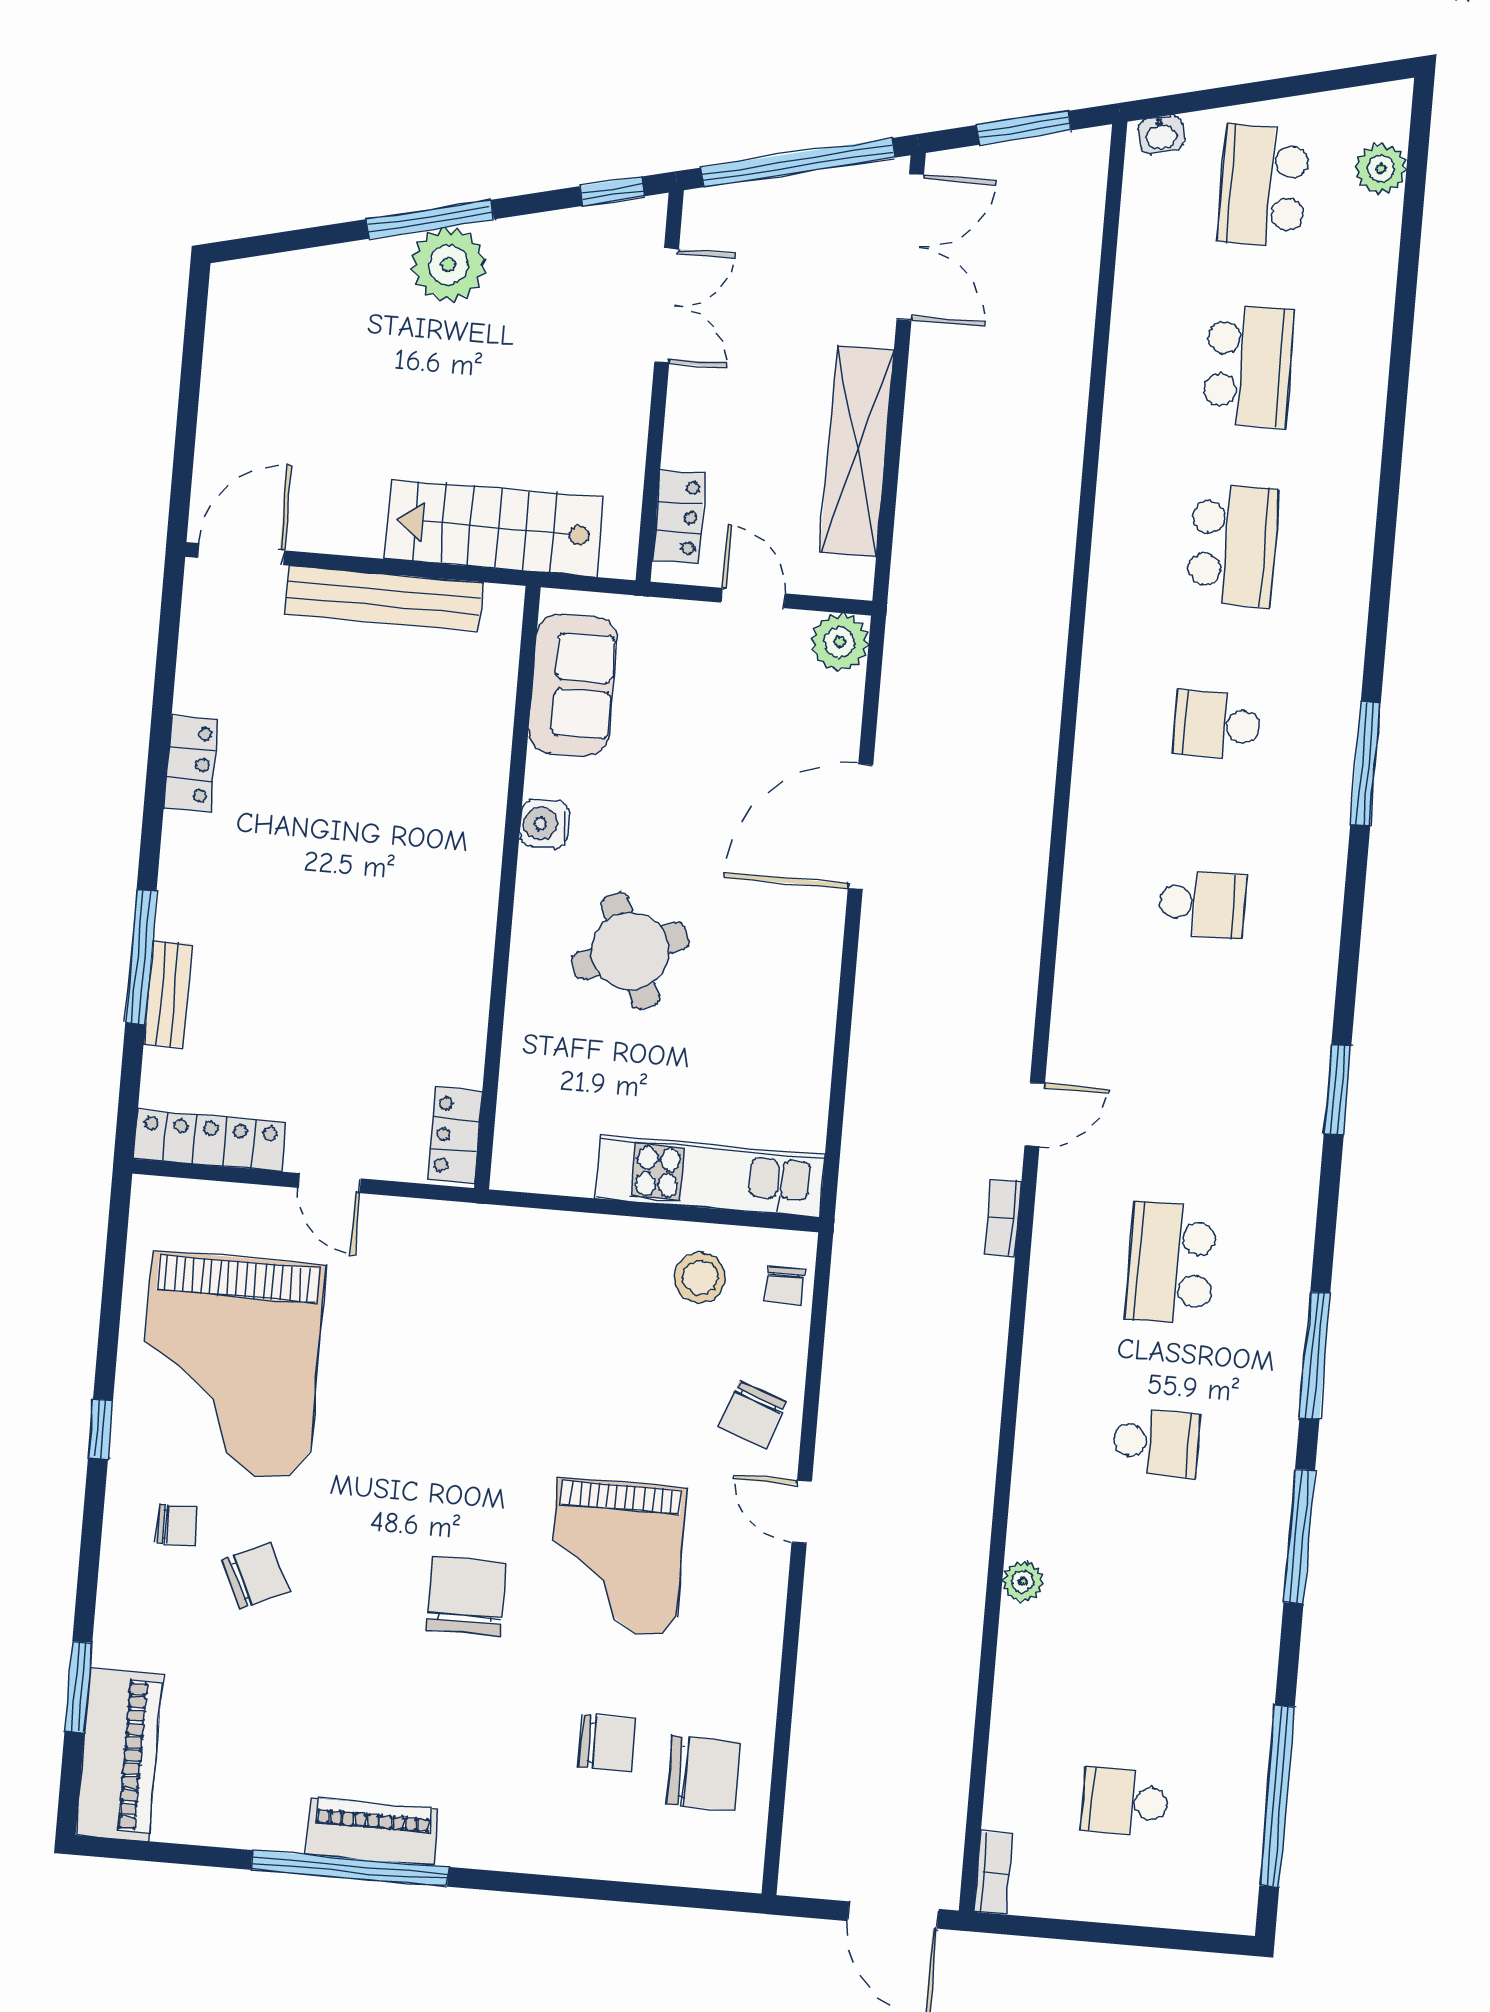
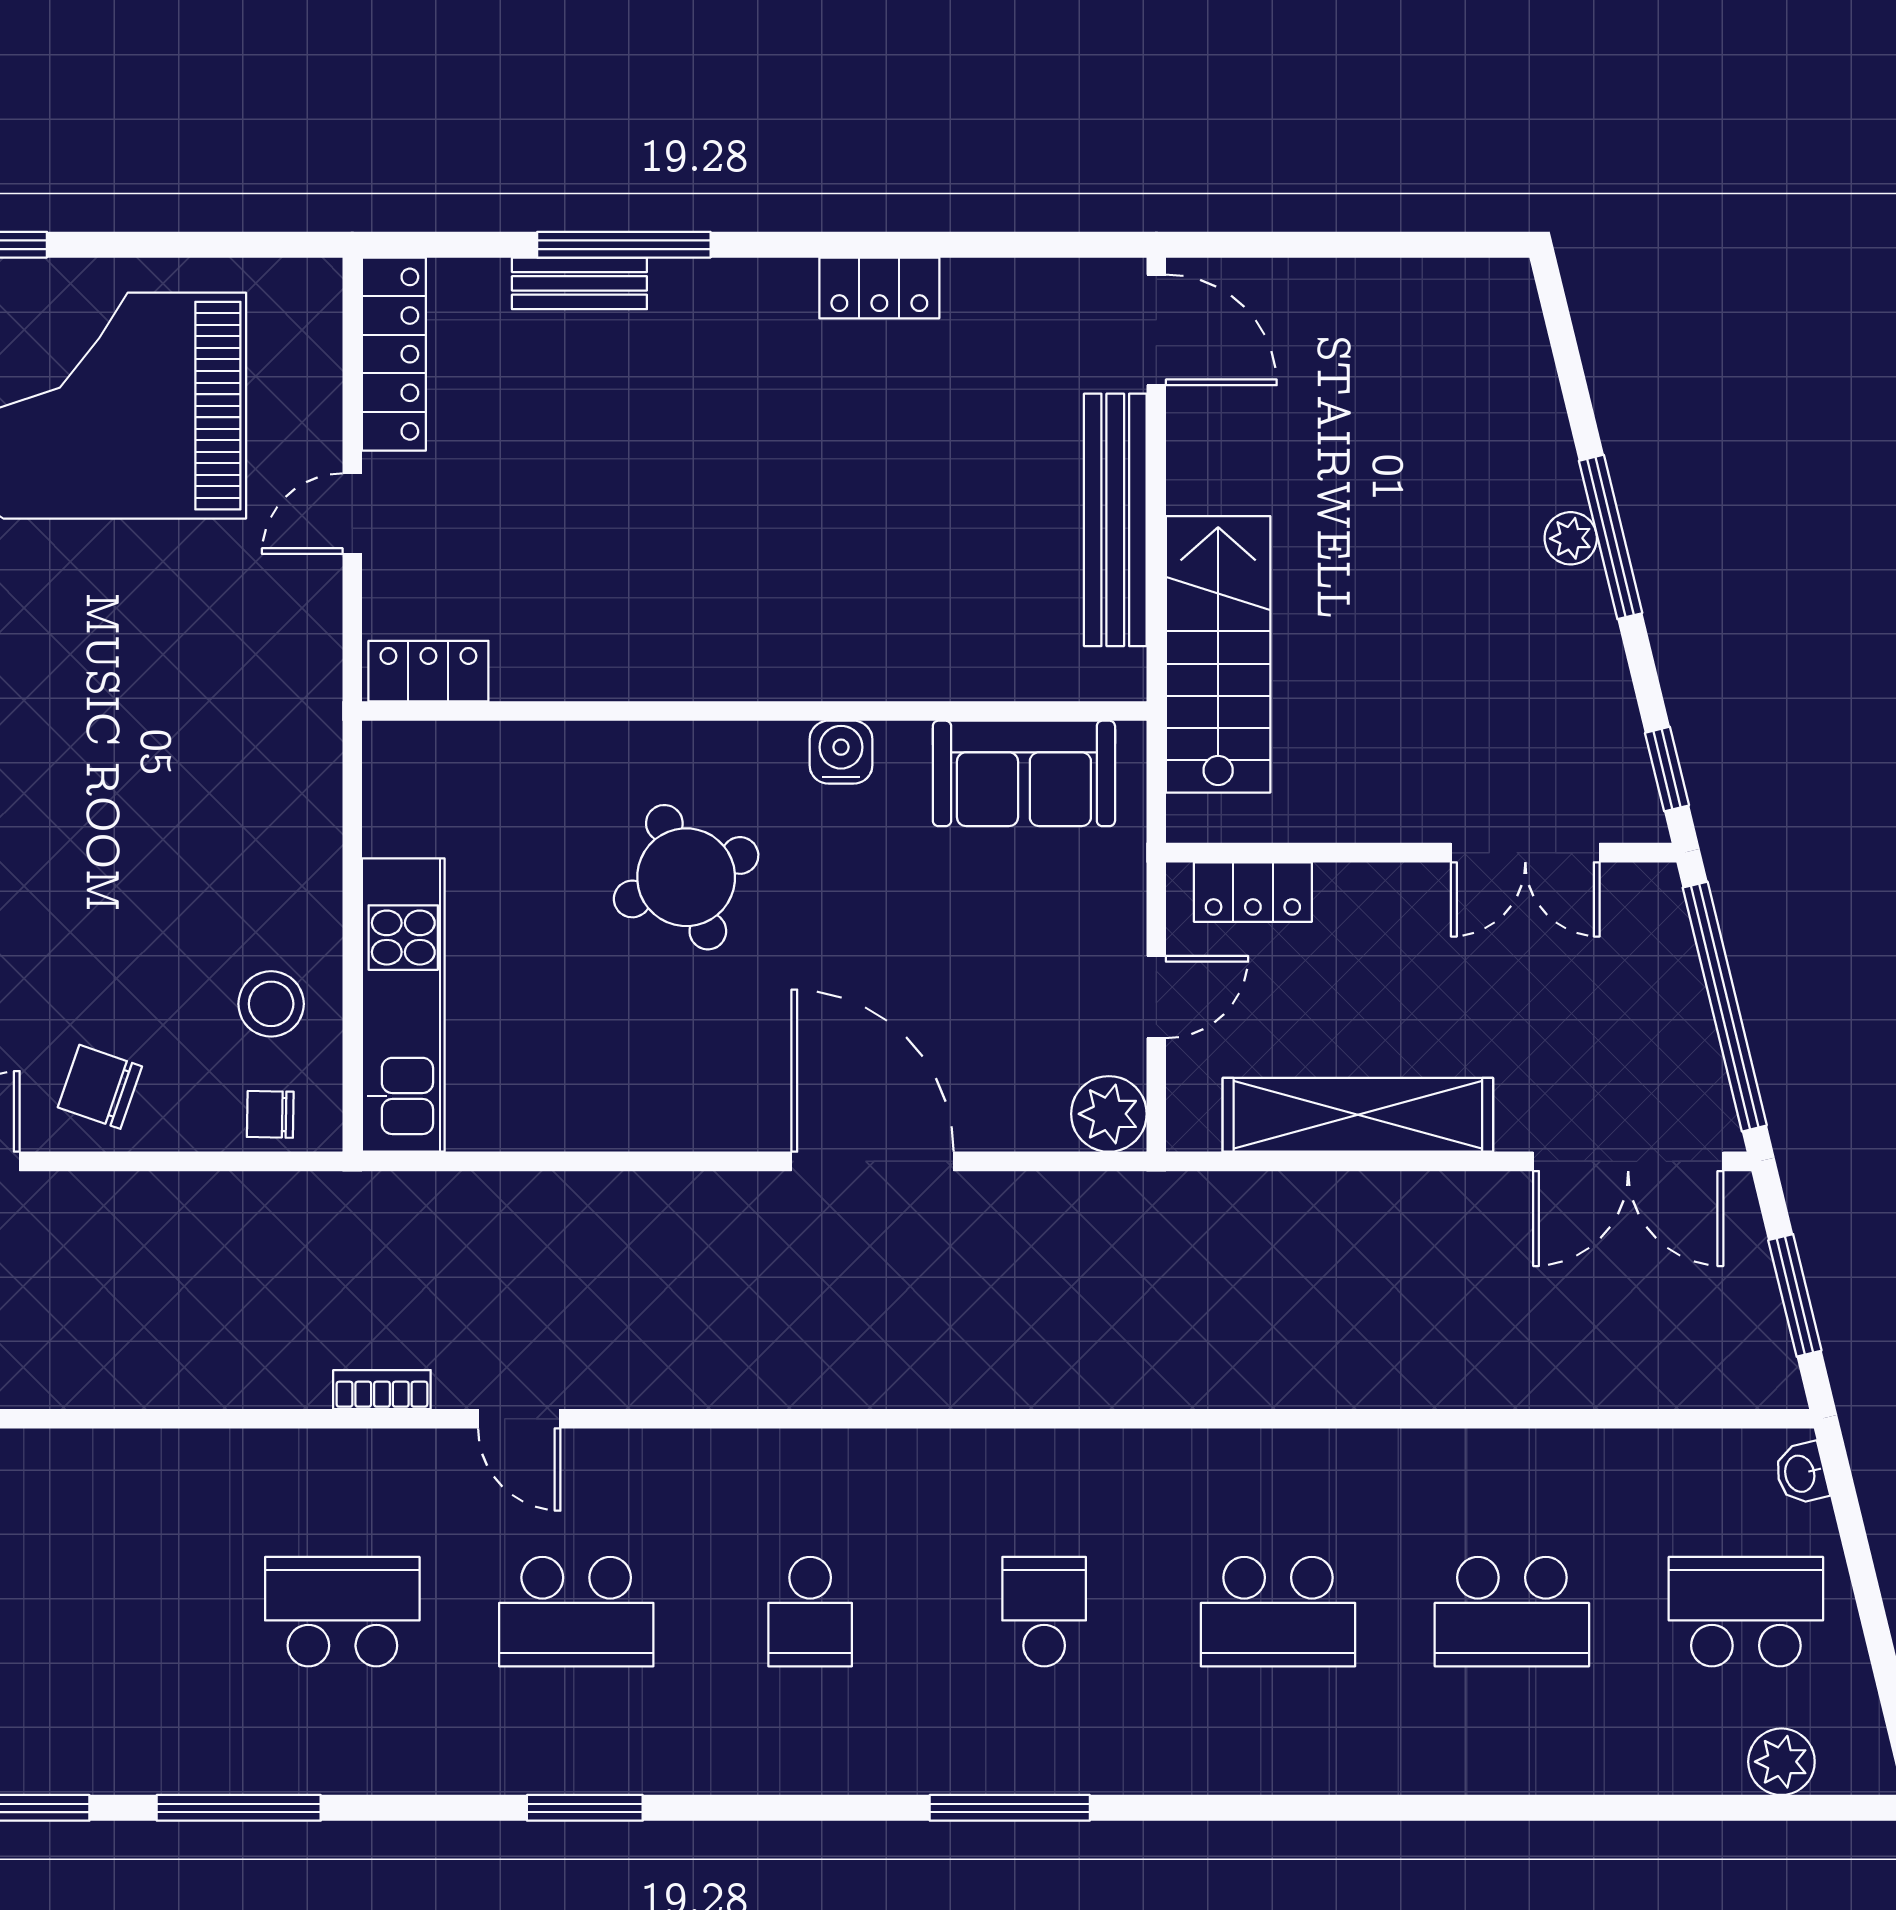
plant: (449, 265) -> (1571, 538), width x0.53, depth x0.53
school desk: (1156, 1442) -> (576, 1612), moved, width x1.85

